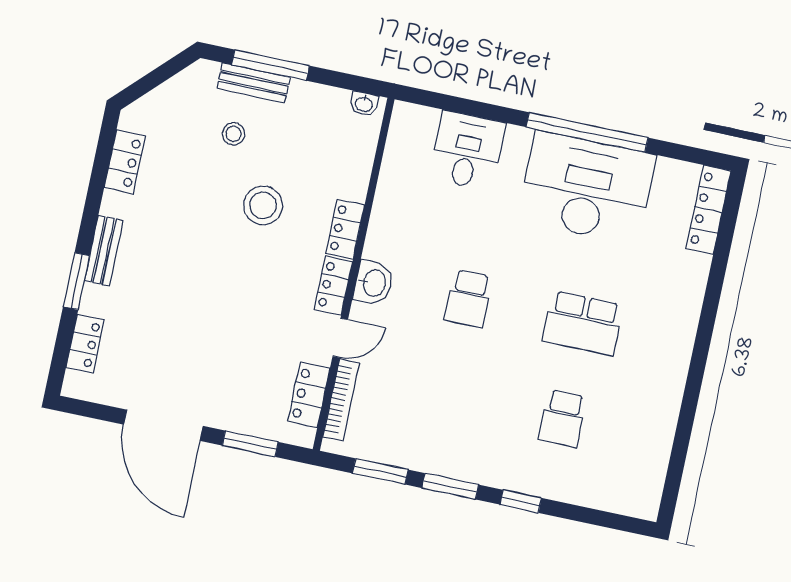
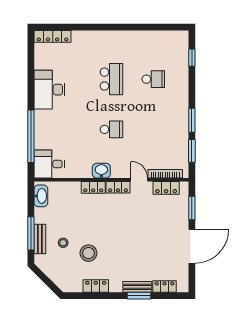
washbasin: (364, 104) -> (41, 196), width x1.91, depth x1.45
window: (587, 132) -> (31, 136), moved
desk: (467, 151) -> (49, 164), moved
locker: (125, 162) -> (96, 286), moved
desk: (587, 188) -> (50, 90), width x0.73, depth x0.77
stool: (263, 205) -> (88, 253), moved
bench: (104, 251) -> (137, 287), moved
washbasin: (374, 283) -> (101, 171), moved
window: (521, 501) -> (192, 58), moved

